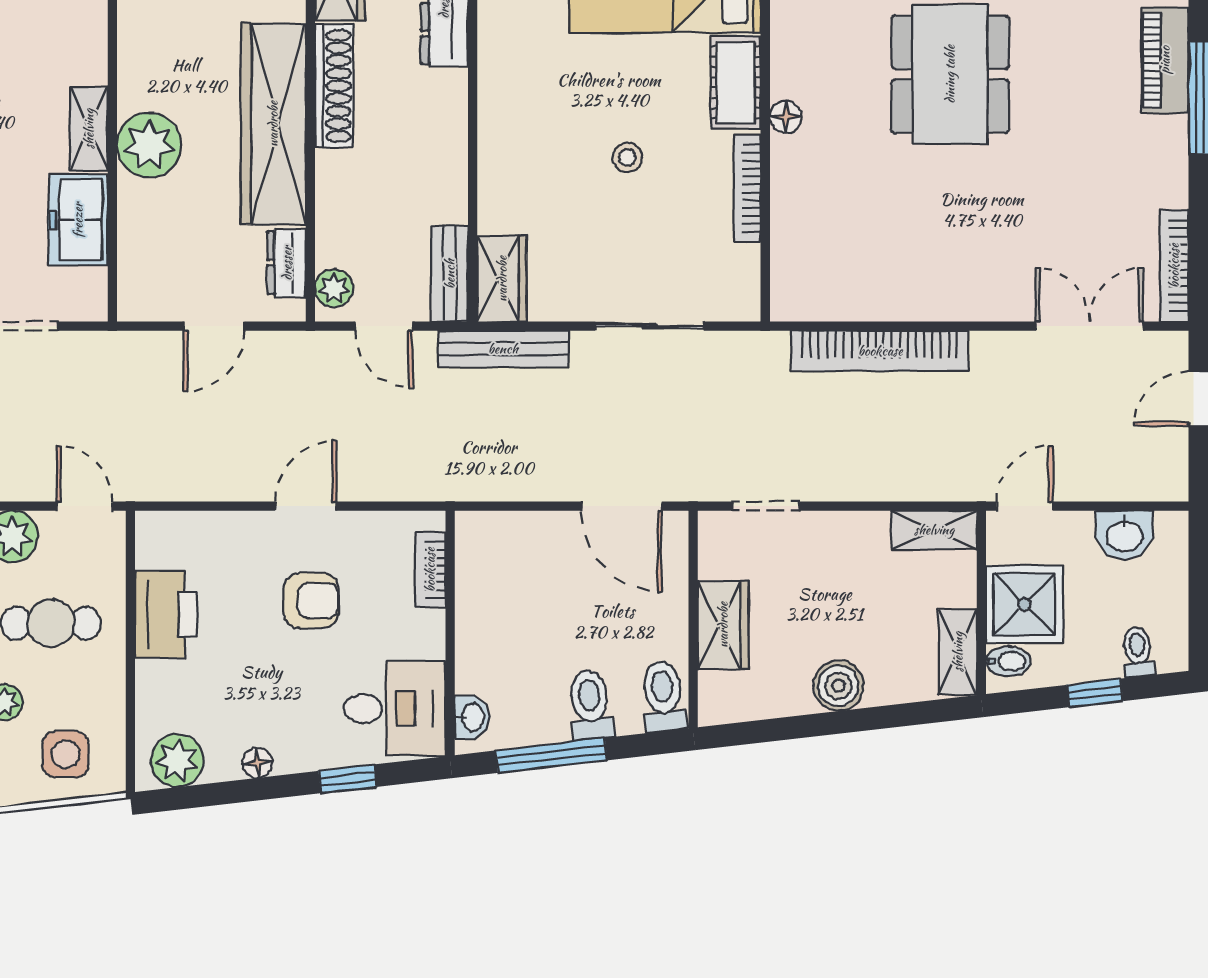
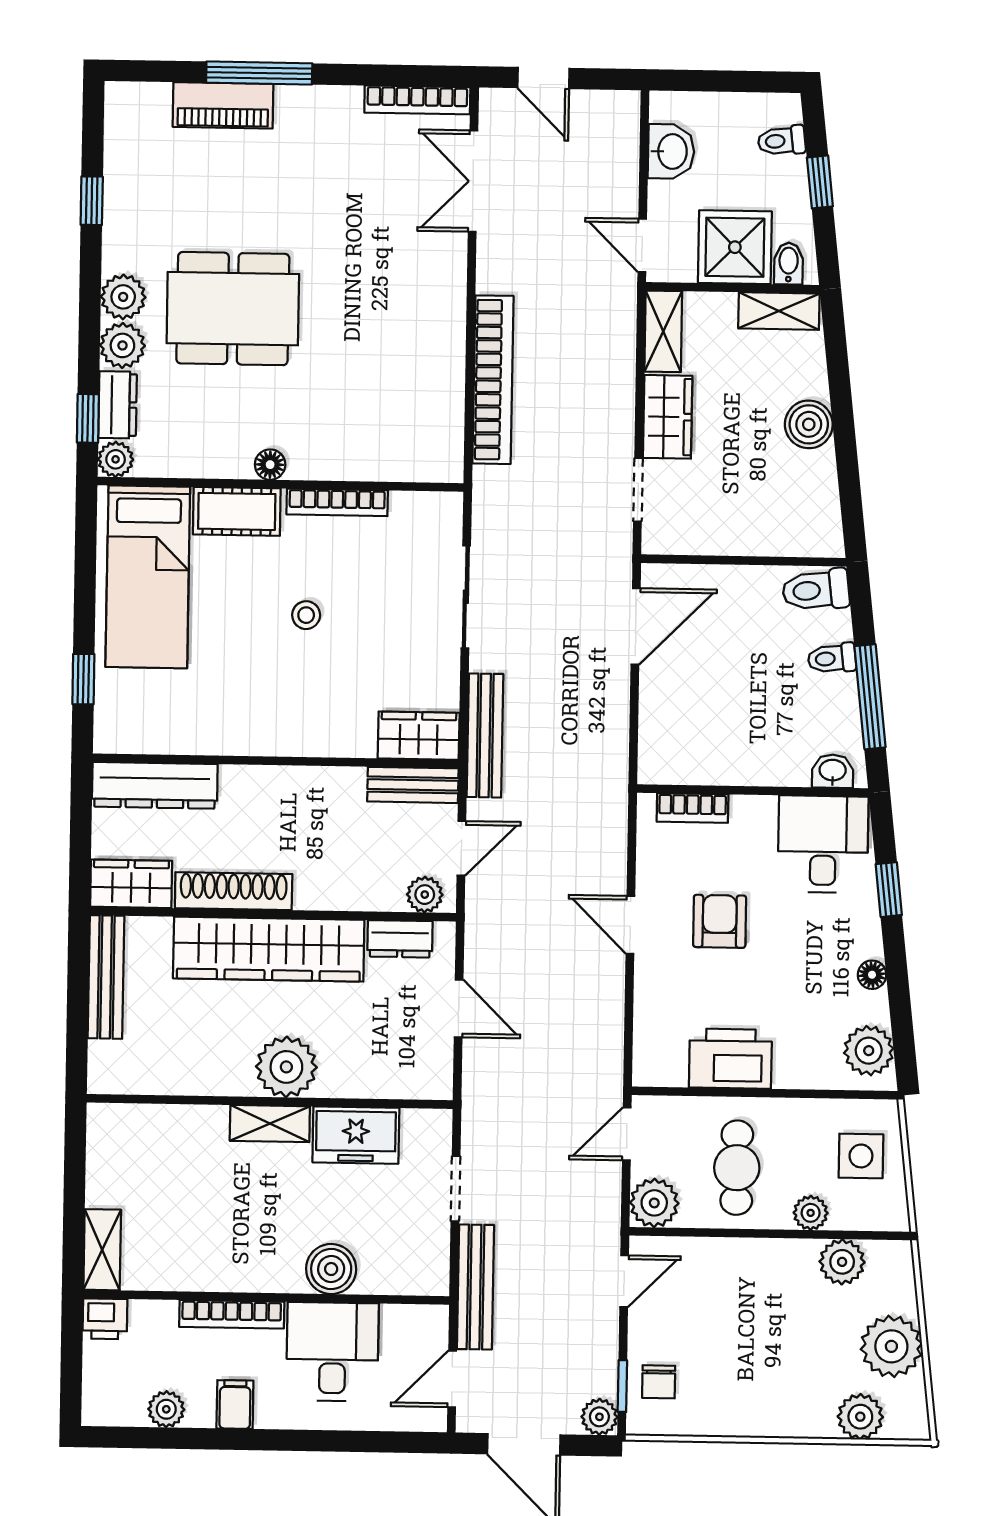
wardrobe: (723, 625) -> (668, 417), moved, turned 90
toilet: (590, 705) -> (832, 658), width x0.73, depth x0.72

